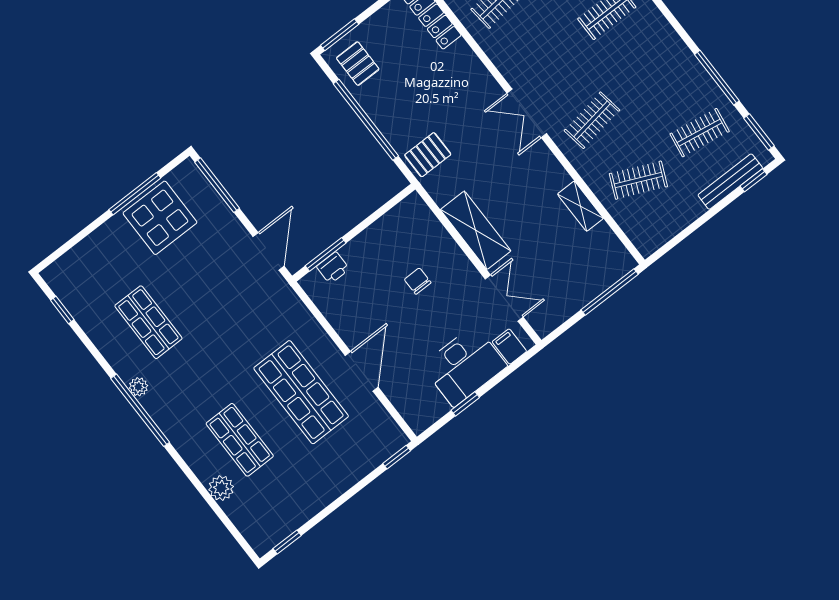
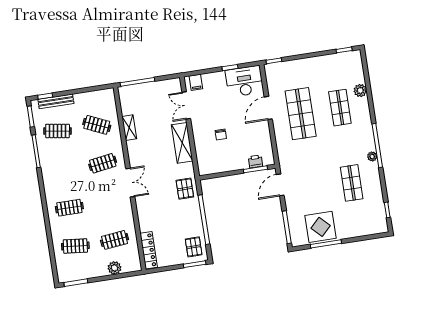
pallet: (428, 155) -> (185, 189), turned 90
desk: (464, 366) -> (244, 81), moved

